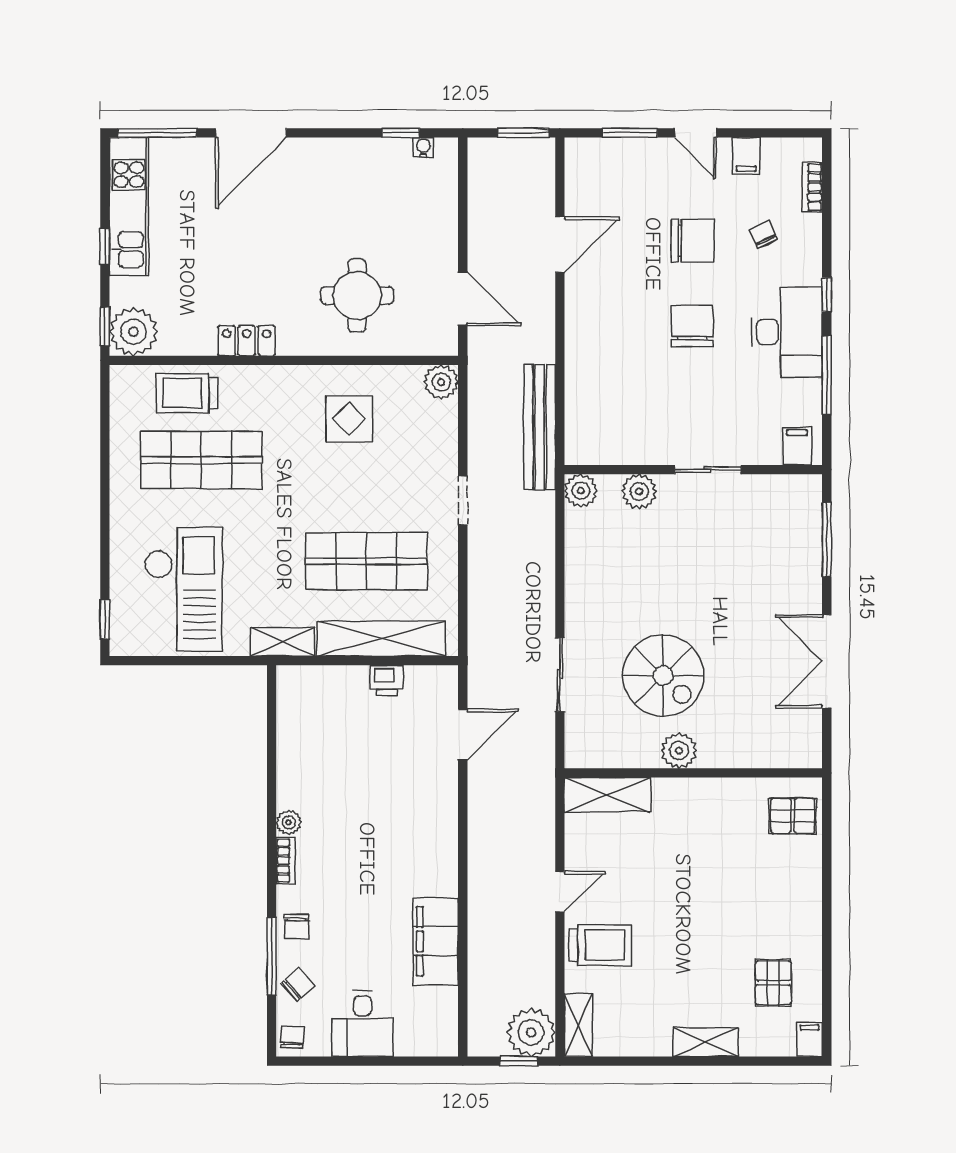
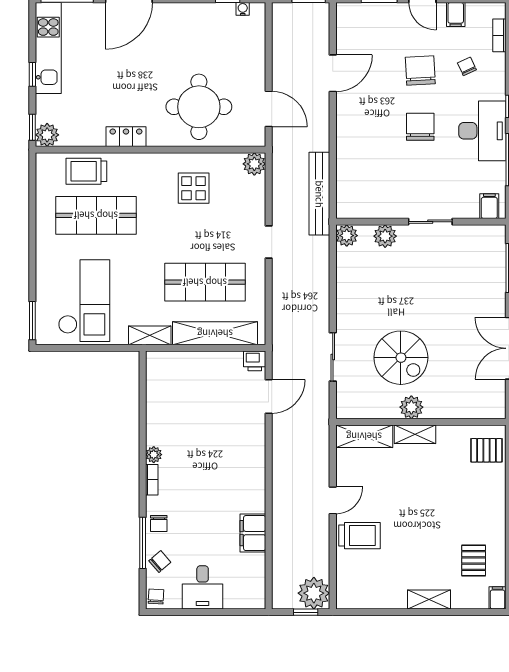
chair: (692, 241) -> (420, 71), turned -93
round table: (357, 295) -> (199, 107), width x1.36, depth x1.36
plant: (134, 332) -> (47, 135), width x0.73, depth x0.73
window: (105, 619) -> (32, 321), width x1.50
printer: (387, 680) -> (255, 361), moved
filing cabinet: (436, 941) -> (253, 533), width x0.67, depth x0.86
shelving: (578, 1025) -> (415, 434), moved, turned 90

